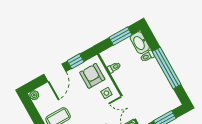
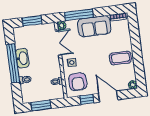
washbasin: (140, 43) -> (22, 58), moved
door: (55, 73) -> (108, 97), hinge flipped

